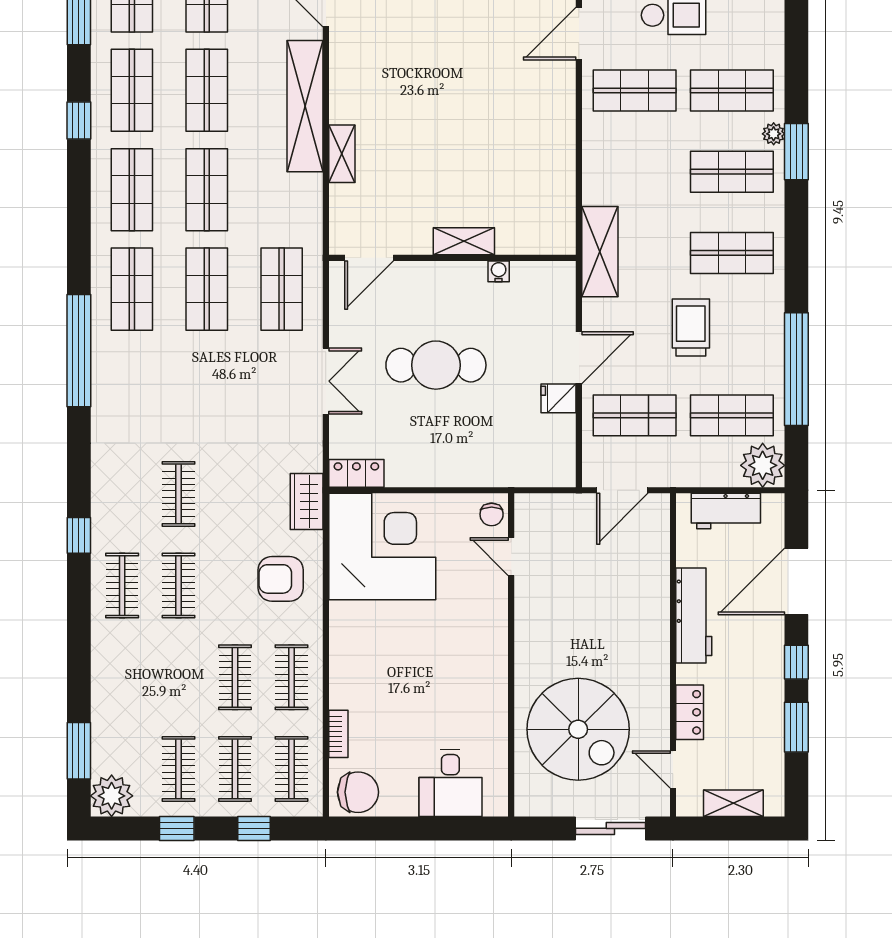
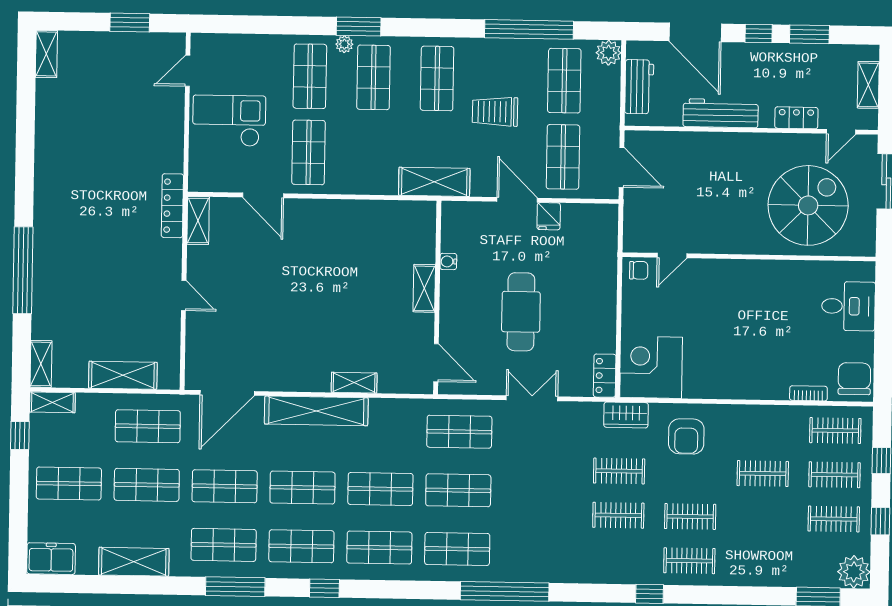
plant: (763, 465) -> (609, 53), width x0.73, depth x0.73
corner desk: (382, 547) -> (651, 367), width x0.74, depth x0.74
clothes rail: (291, 677) -> (619, 471), moved

